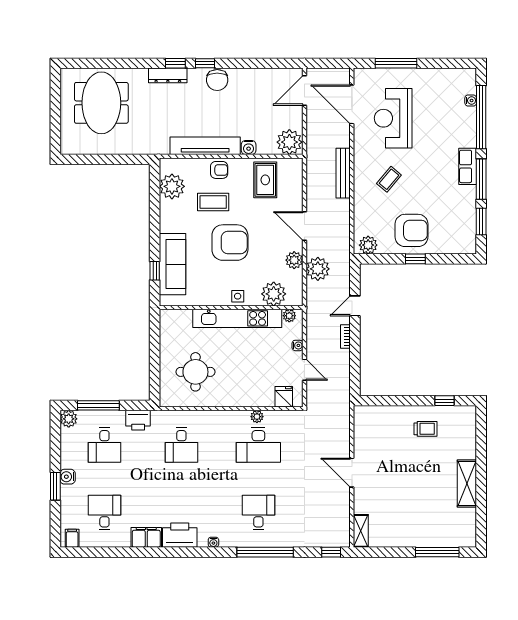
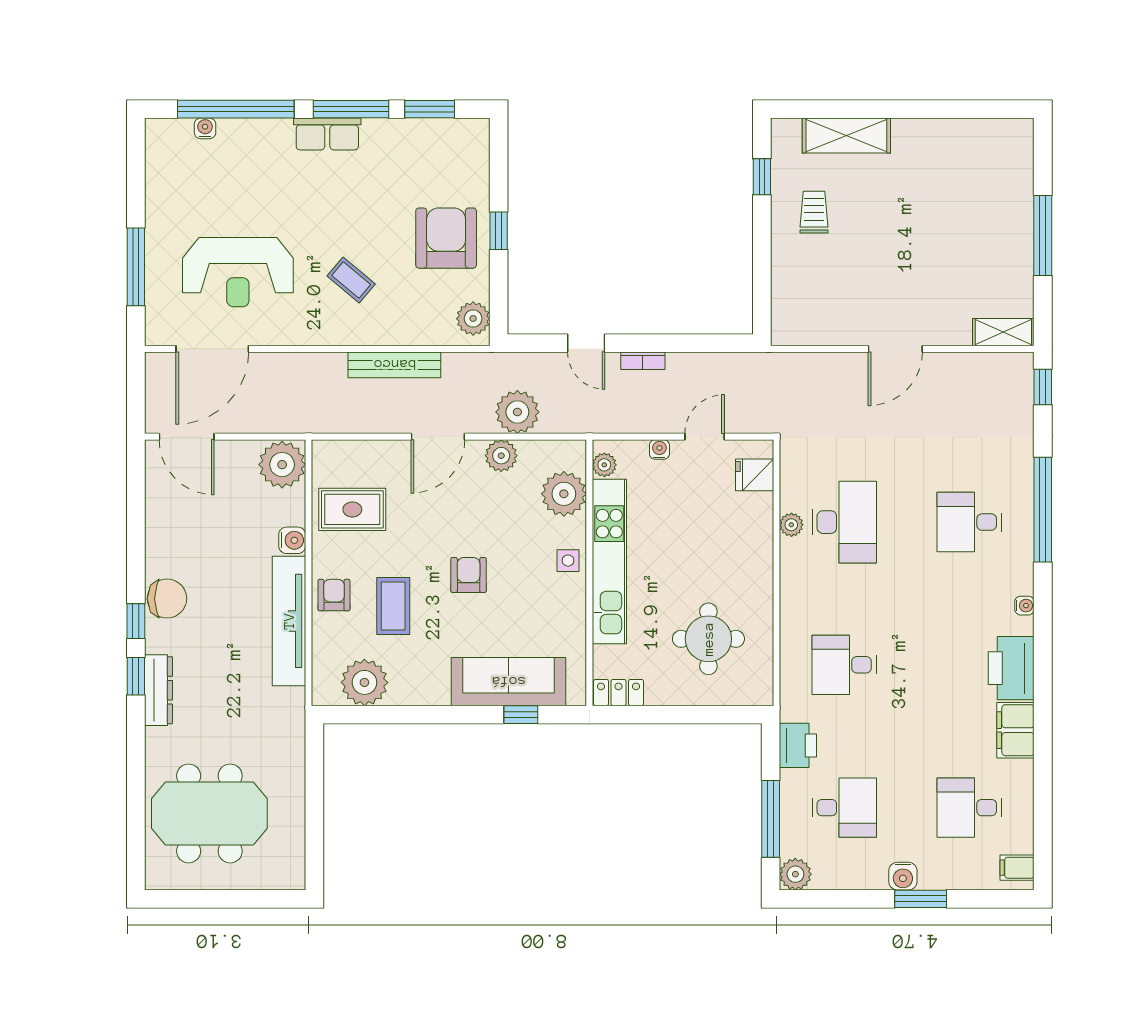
bench: (343, 173) -> (394, 365), moved
armchair: (230, 243) -> (469, 575), width x0.53, depth x0.53
locker: (167, 323) -> (619, 693), added
desk: (181, 445) -> (844, 665), turned 180
shelving: (467, 483) -> (846, 135), moved
window: (437, 552) -> (1043, 235), moved

